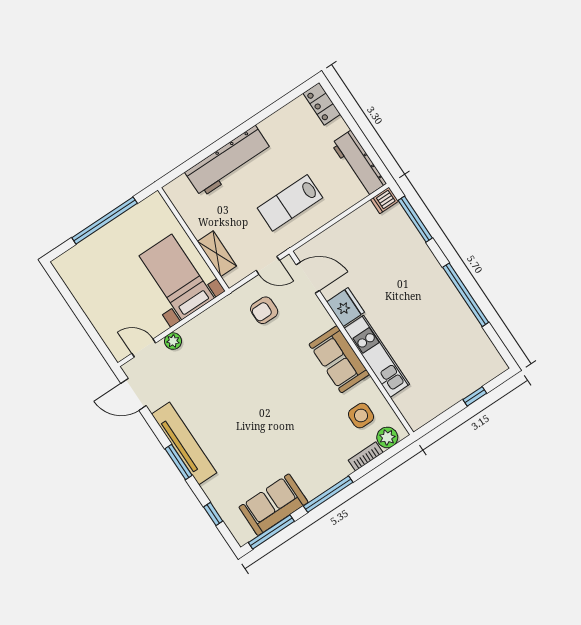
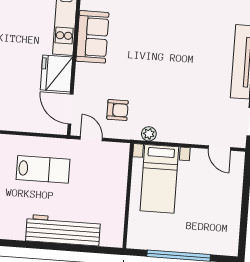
shelving: (217, 254) -> (120, 173), removed
fridge: (345, 307) -> (56, 73), width x1.36, depth x1.34
plant: (173, 341) -> (149, 134), moved

